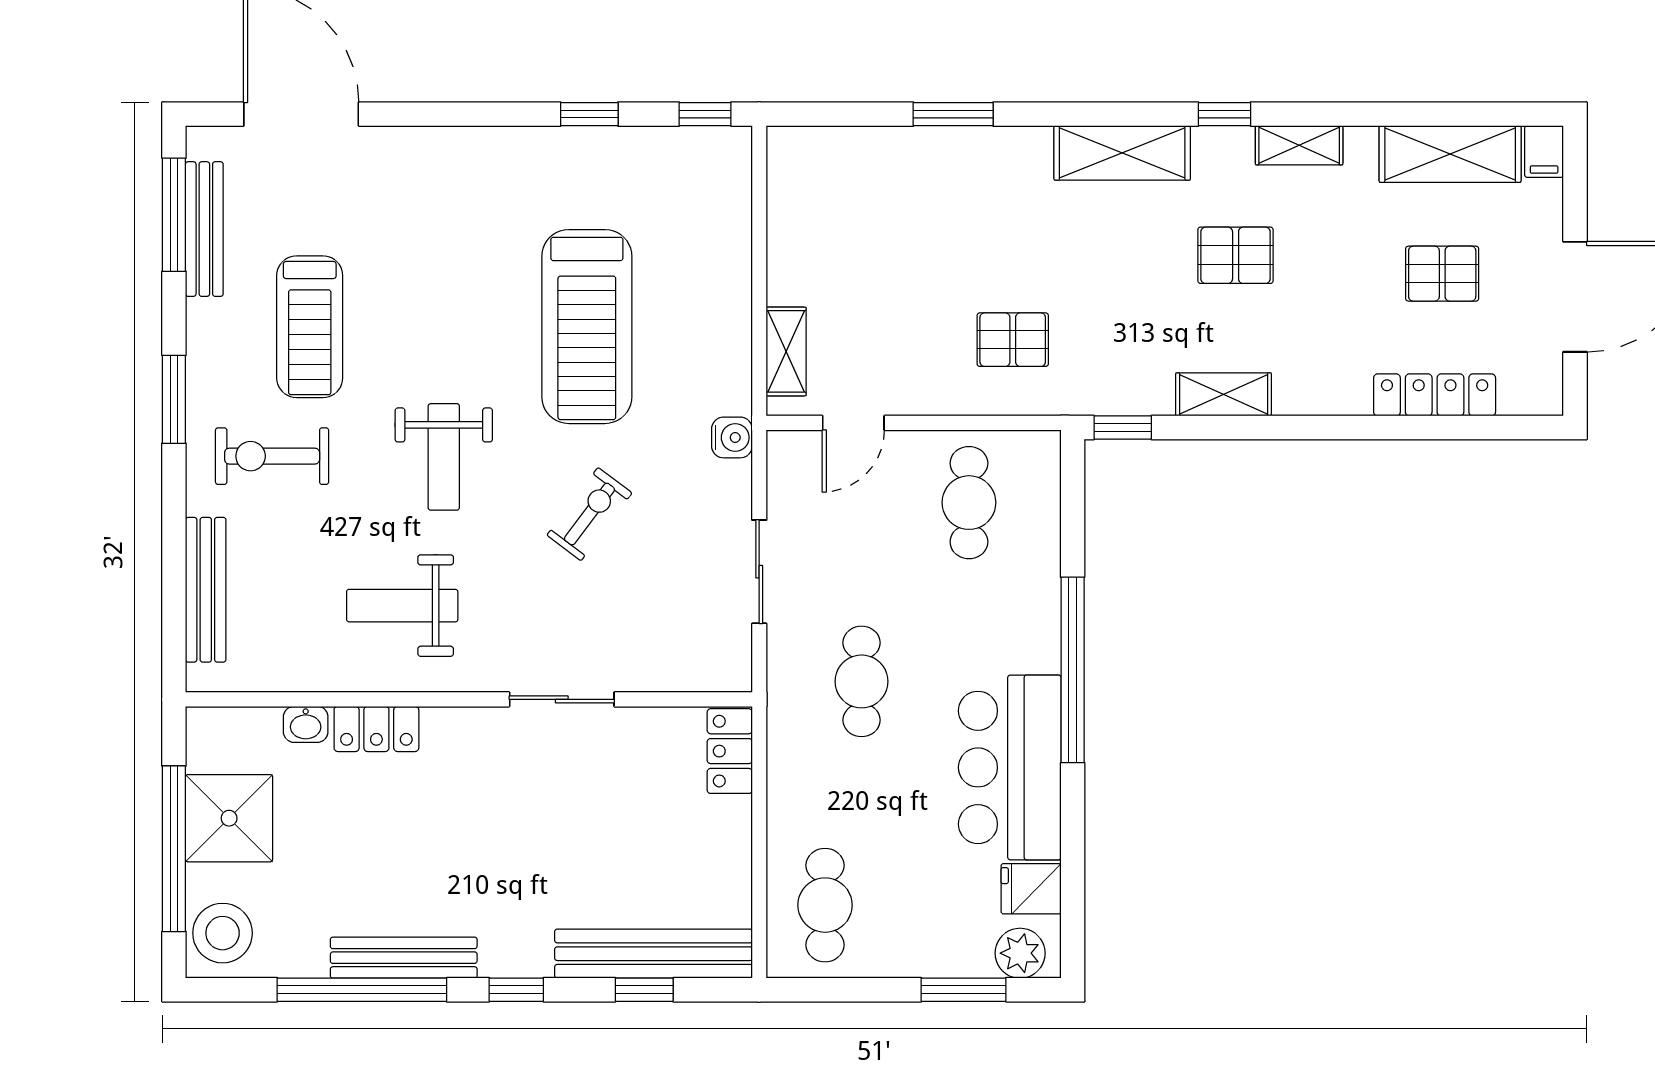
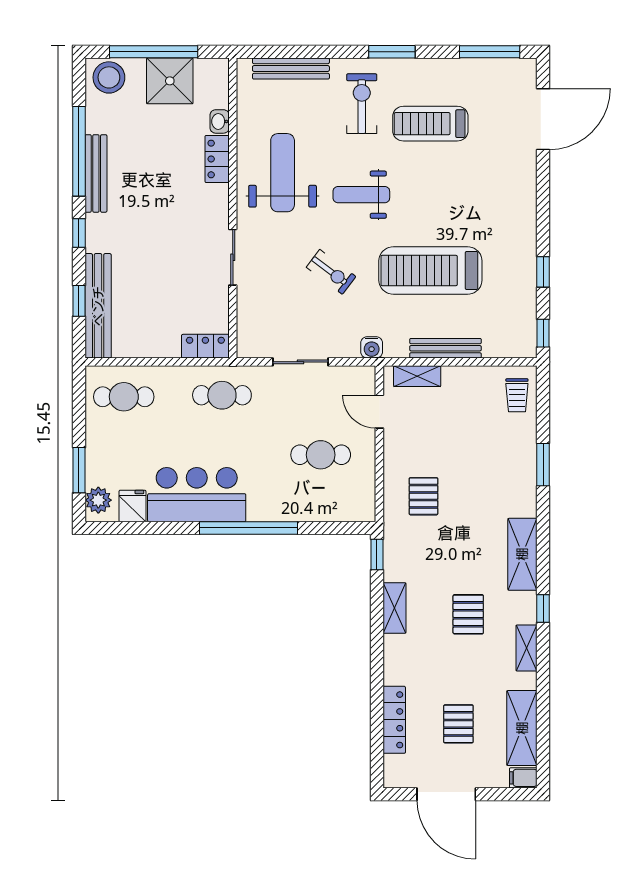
trolley: (822, 163) -> (517, 395), added
bench: (204, 229) -> (445, 348), moved
cafe table: (969, 503) -> (321, 455), moved
weight bench: (402, 606) -> (283, 173), width x1.36, depth x1.33
cafe table: (862, 681) -> (222, 395), moved

